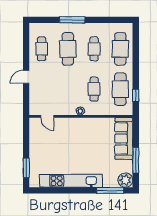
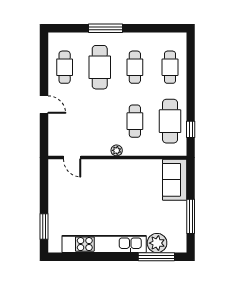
cafe table: (120, 49) -> (170, 67), width x0.73, depth x0.74
door: (26, 77) -> (44, 105), swing flipped
sofa: (124, 138) -> (175, 180), width x0.73
plant: (125, 180) -> (157, 243), moved

